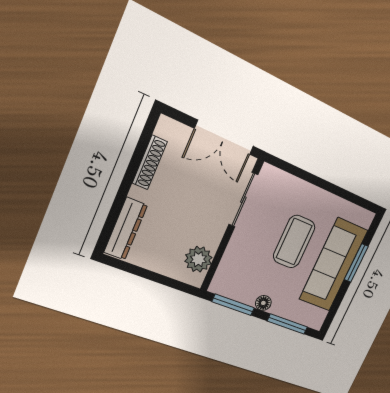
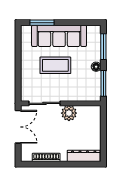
plant: (198, 259) -> (69, 113), moved
window: (356, 263) -> (42, 23), moved

